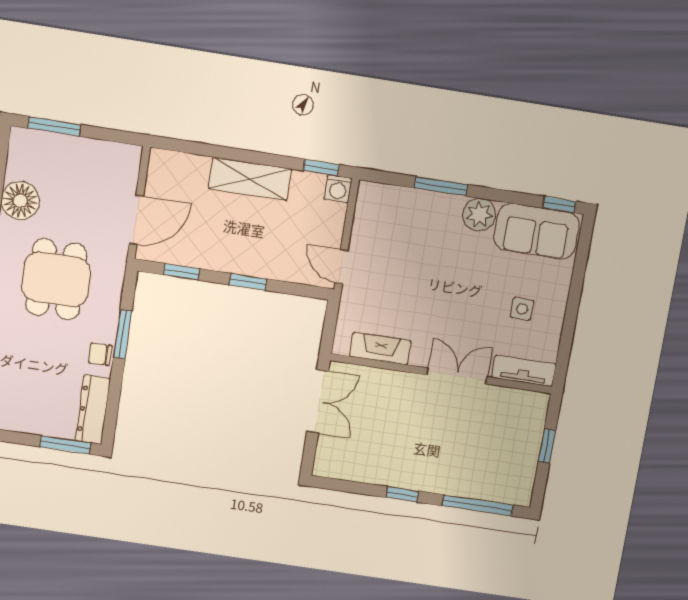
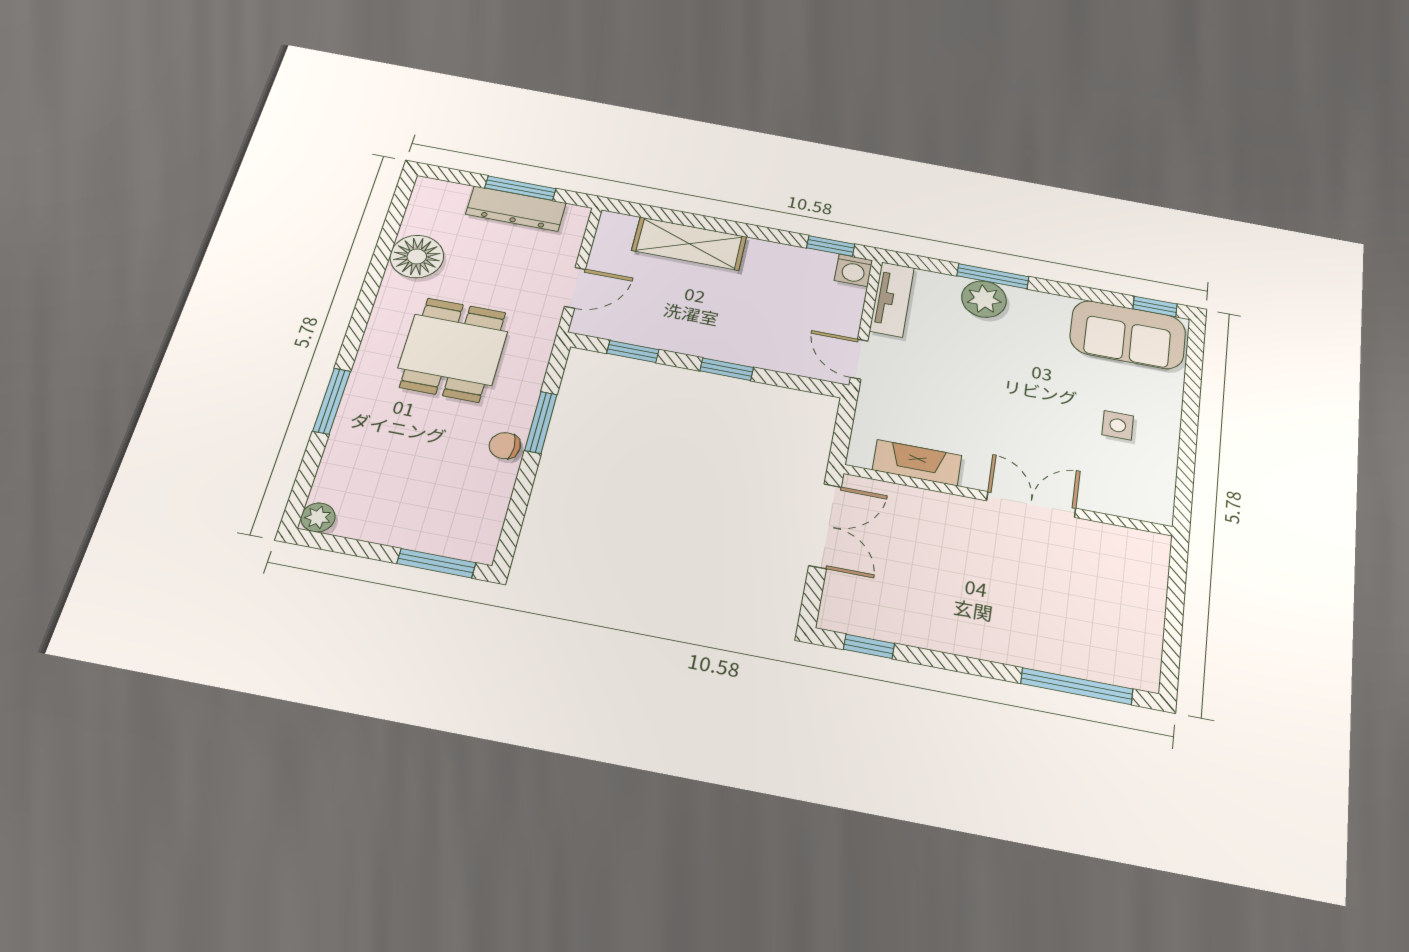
window: (54, 126) -> (520, 188), moved
shelving: (250, 179) -> (689, 244), moved
plant: (479, 215) -> (984, 299), moved
door: (136, 220) -> (575, 288), width x0.73
tv unit: (524, 371) -> (892, 299), moved, turned 90
dresser: (93, 410) -> (516, 209), moved, turned -90
window: (547, 446) -> (1175, 607), removed
window: (402, 494) -> (869, 646), moved

